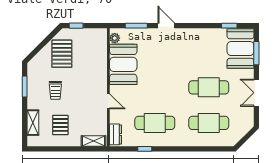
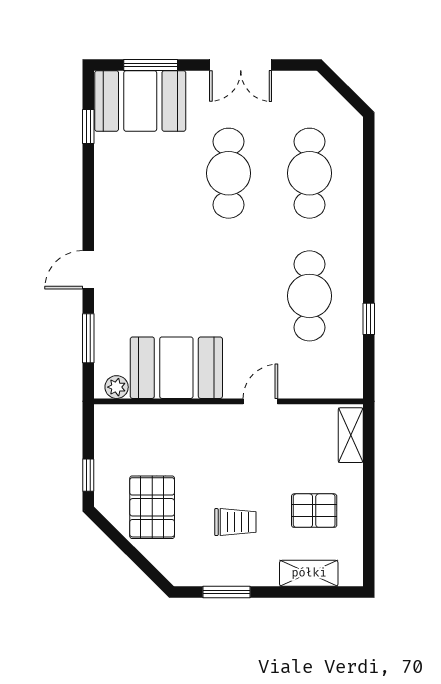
pallet: (62, 54) -> (152, 507), turned 90
dresser: (116, 134) -> (336, 385), removed

